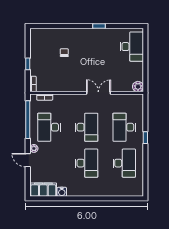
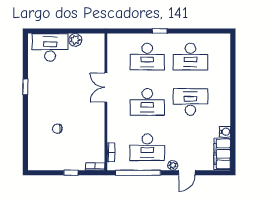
plant: (138, 87) -> (75, 40), moved
desk: (87, 127) -> (147, 102), turned 180
desk: (124, 163) -> (190, 57), turned 180

